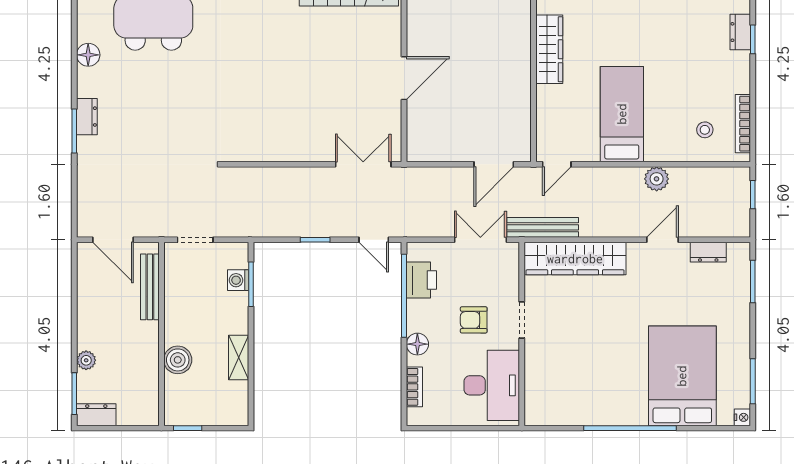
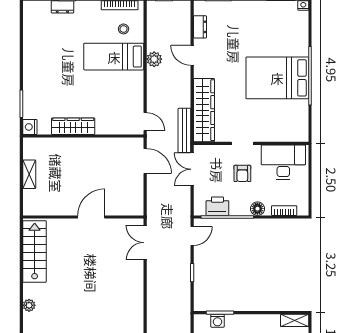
door: (404, 78) -> (91, 217), hinge flipped
bed: (622, 114) -> (114, 57), moved
shelving: (239, 358) -> (295, 320), moved
bed: (682, 376) -> (277, 78), moved

